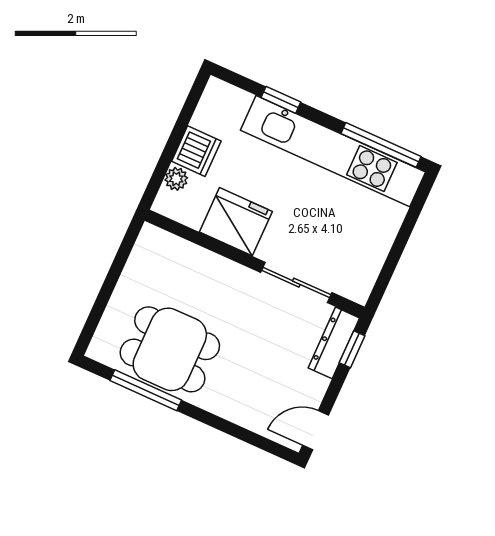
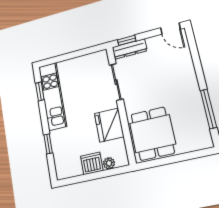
window: (381, 145) -> (40, 91), width x0.46
kitchen unit: (333, 151) -> (52, 96), width x0.73
dining table: (170, 349) -> (152, 134), moved

